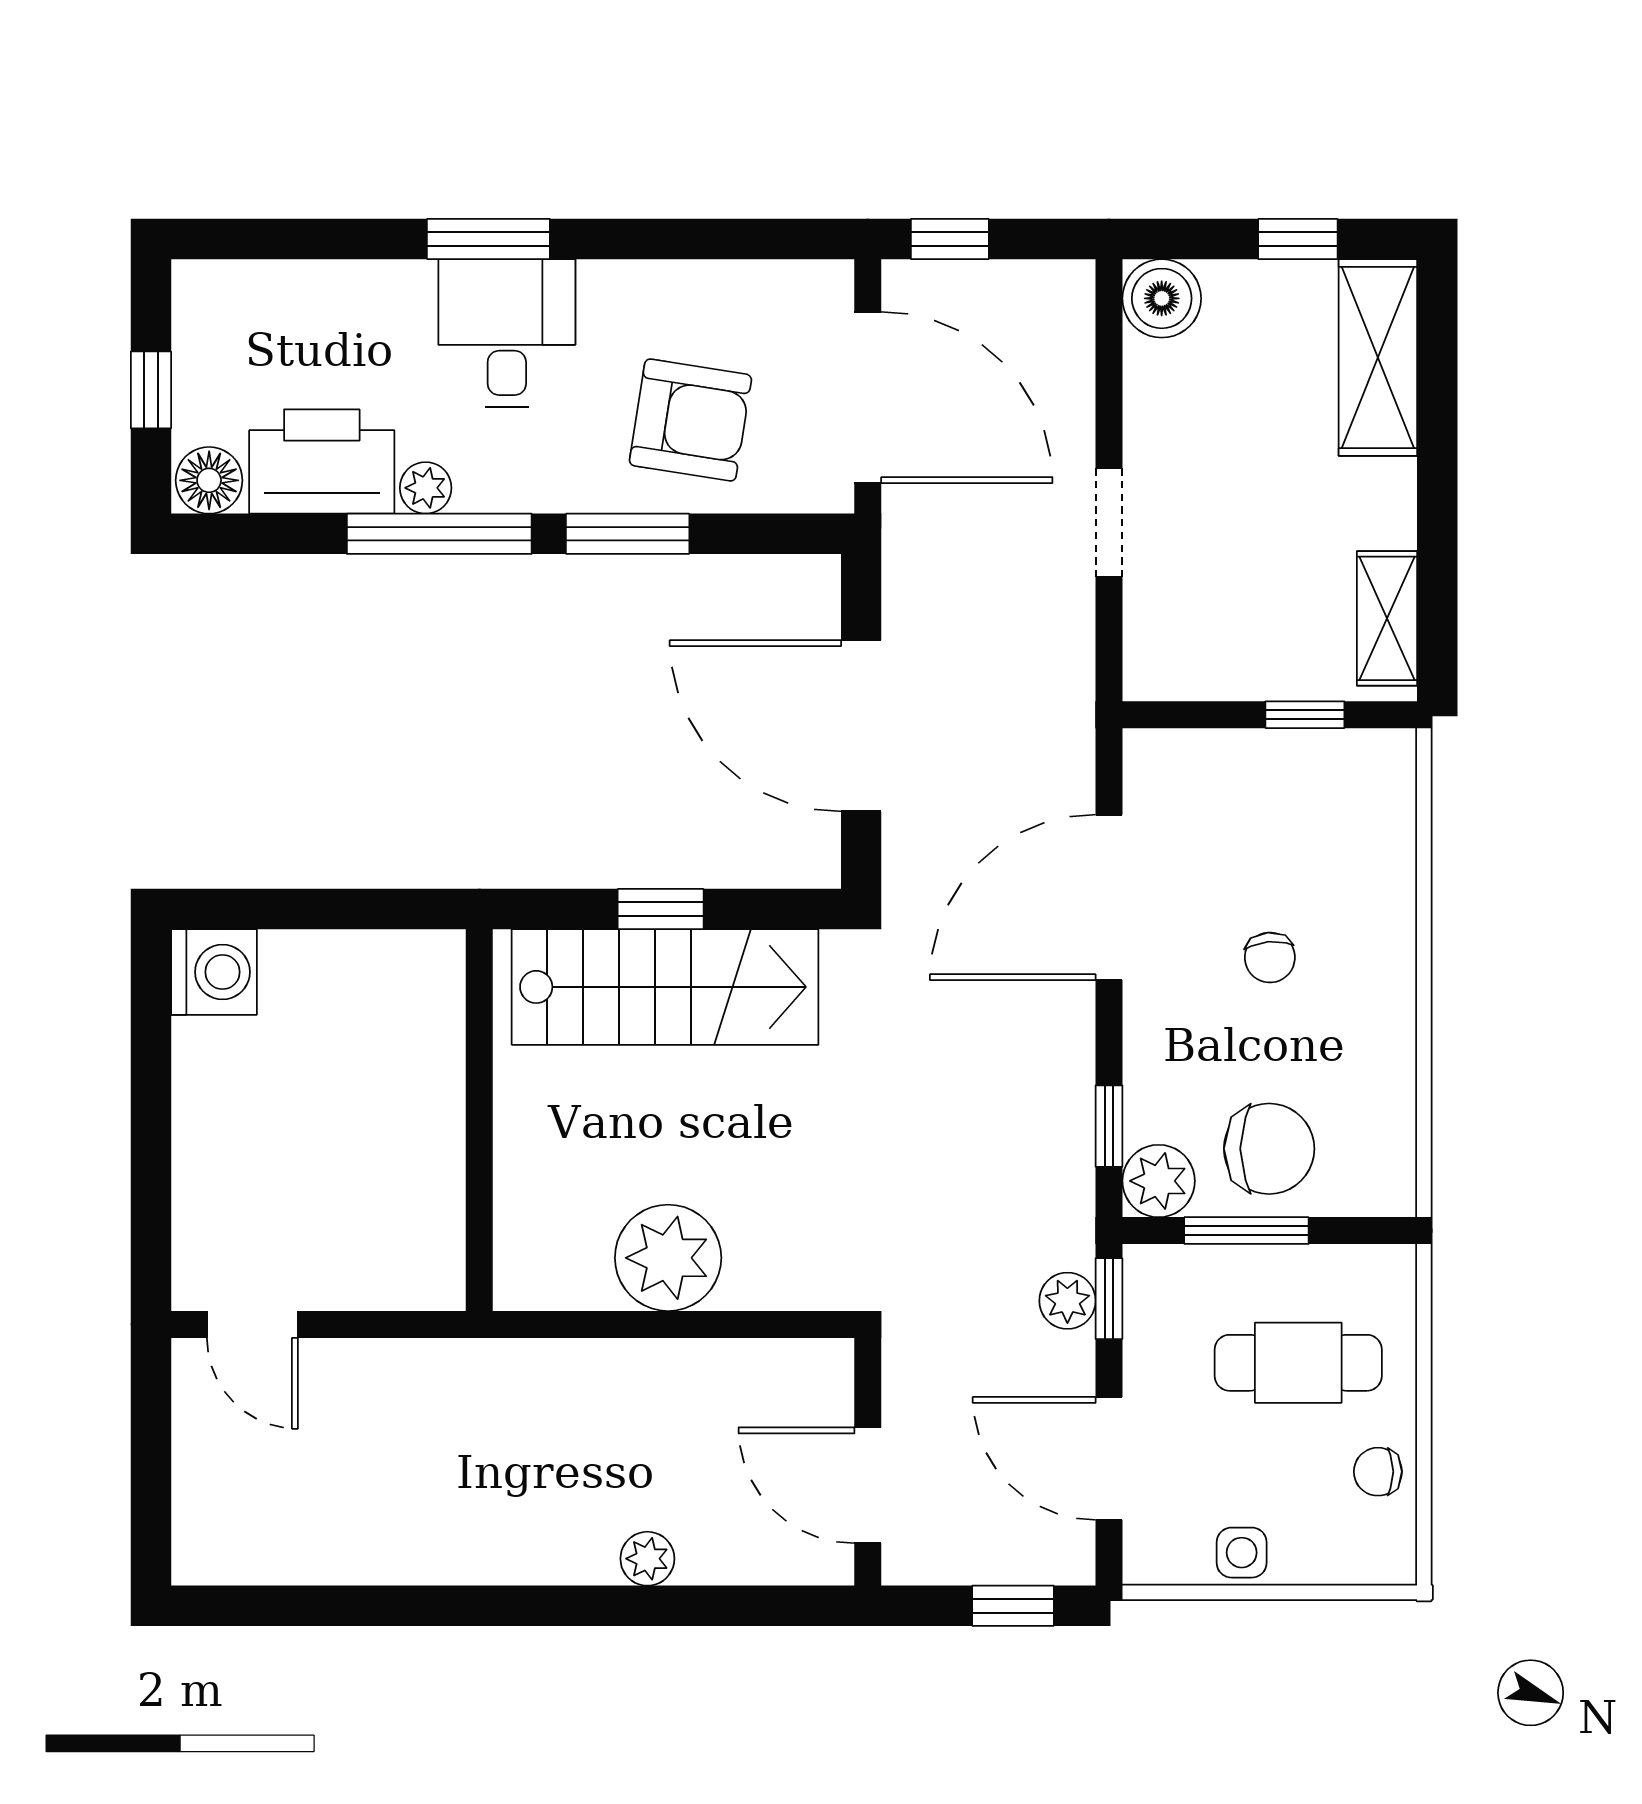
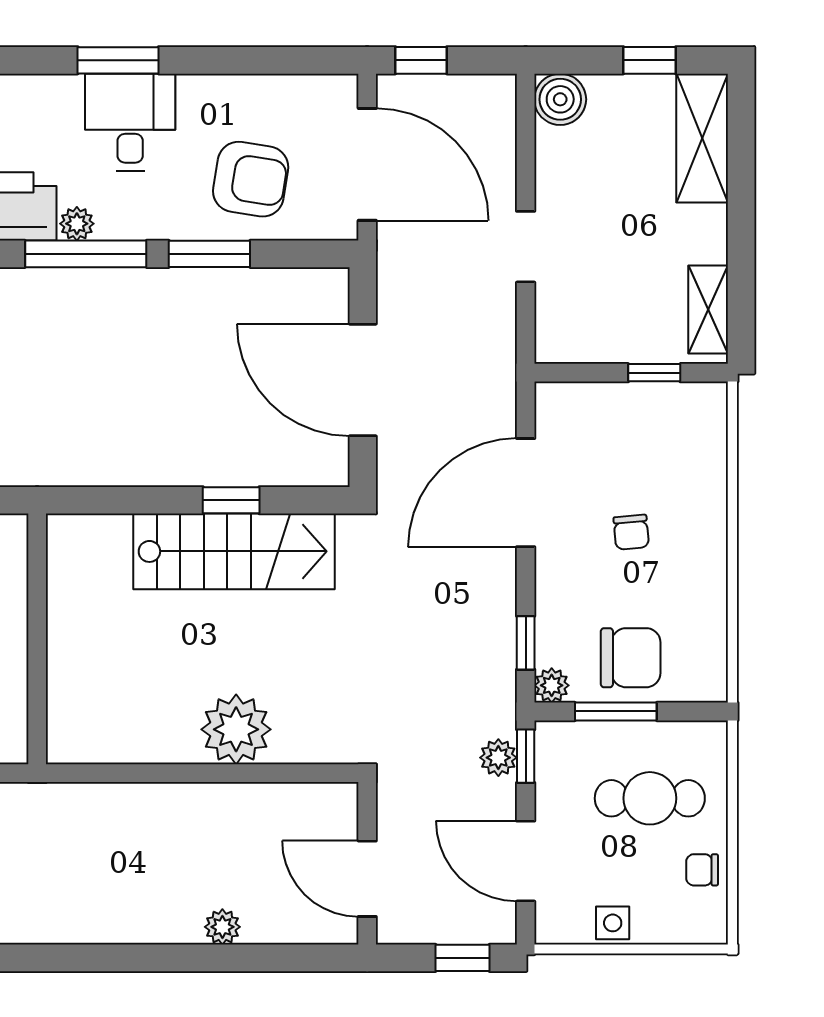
wall: (479, 1120) -> (37, 639), moved
plant: (1159, 1181) -> (552, 685), width x0.73, depth x0.73

